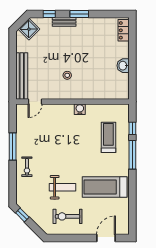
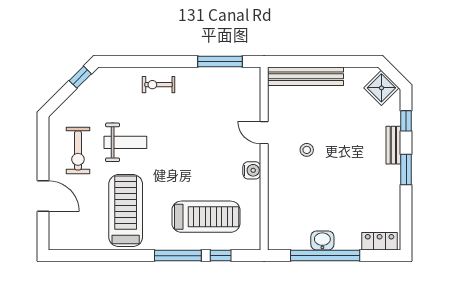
window: (132, 64) -> (325, 256), added
door: (35, 102) -> (264, 133), moved
treadmill: (108, 137) -> (206, 217), width x1.37, depth x1.38
window: (13, 147) -> (220, 61), moved
weight bench: (63, 187) -> (125, 142), turned -90
exercise bike: (68, 216) -> (78, 150), turned 180
door: (106, 238) -> (43, 196), moved

